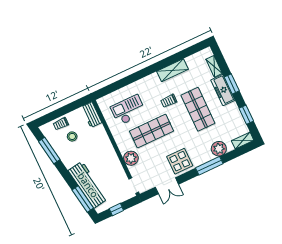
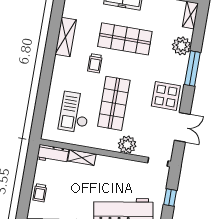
shelving: (102, 135) -> (82, 158), added
stool: (72, 136) -> (61, 190), removed

